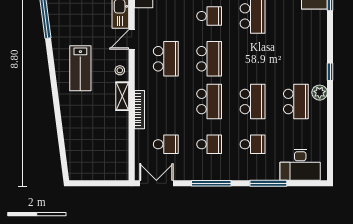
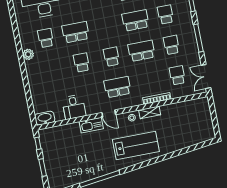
school desk: (209, 59) -> (111, 57), width x0.54
lab bench: (80, 68) -> (136, 146), width x1.36, depth x1.39

